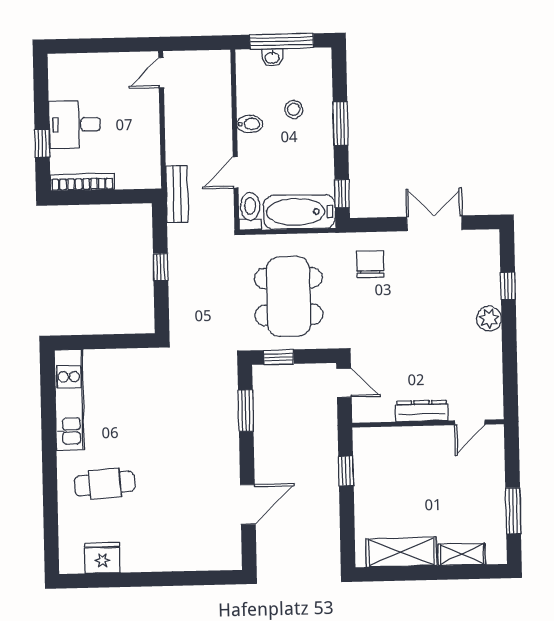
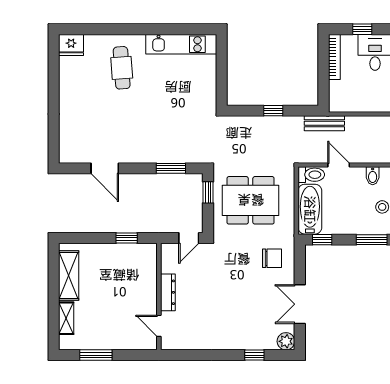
double door: (434, 223) -> (300, 304), swing flipped
plant: (489, 319) -> (286, 341), moved
fridge: (102, 558) -> (71, 45), moved, turned 90

